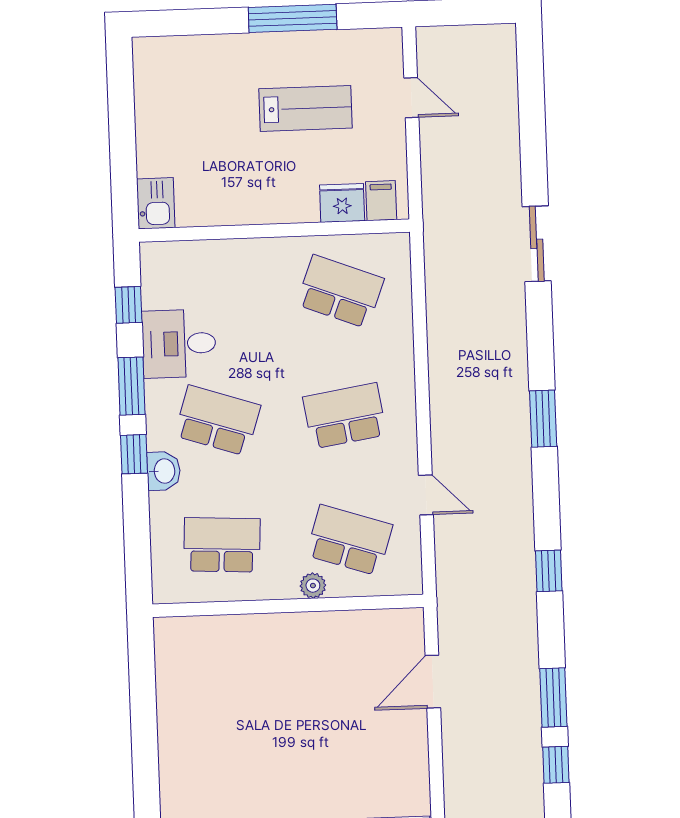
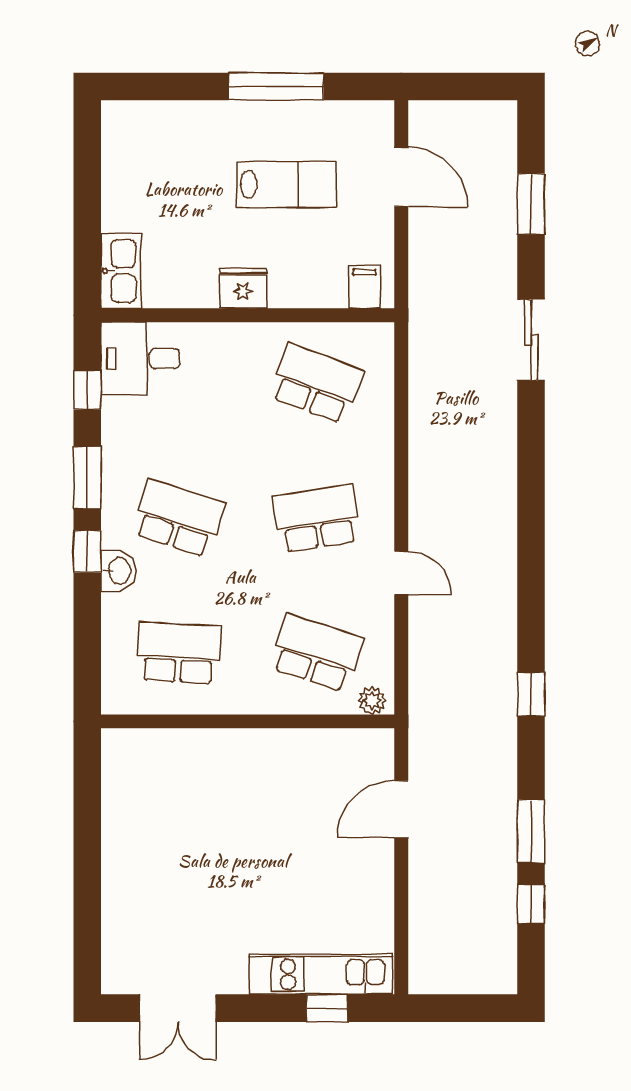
door: (411, 98) -> (401, 177), width x1.38
kitchen sink: (156, 203) -> (121, 271), width x1.38
fridge: (342, 203) -> (243, 288), moved
desk: (179, 344) -> (140, 359), moved
window: (543, 419) -> (531, 204), moved
door: (426, 495) -> (401, 573), moved
plant: (313, 586) -> (372, 701), moved

